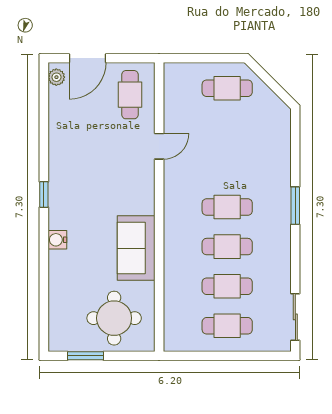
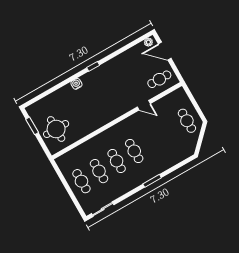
sofa: (136, 248) -> (93, 121), removed

